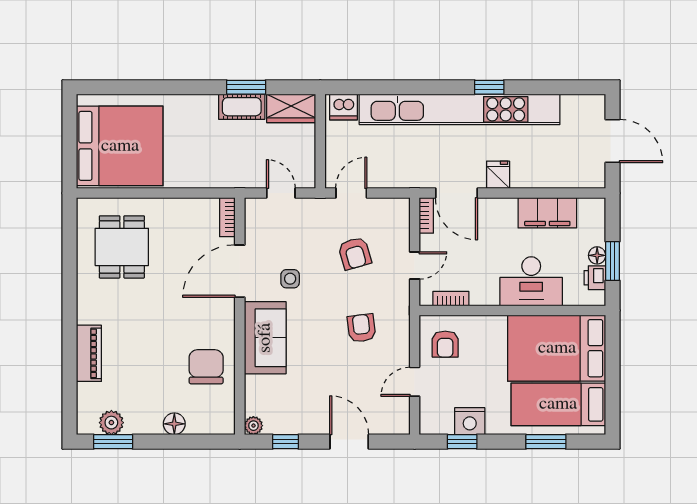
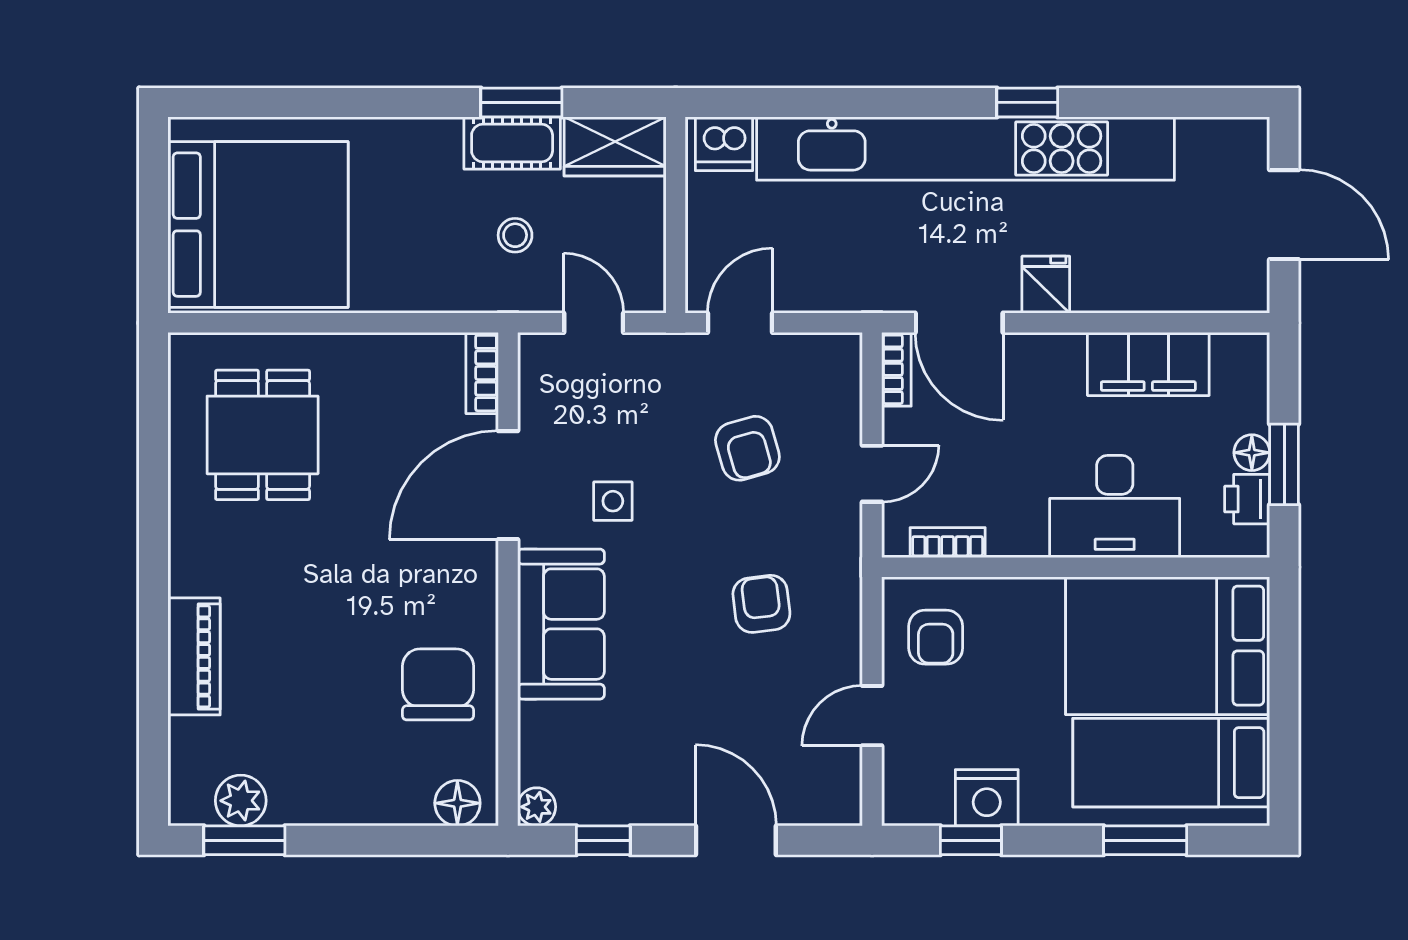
stool: (243, 151) -> (515, 235), added
floor lamp: (174, 424) -> (457, 803), moved

